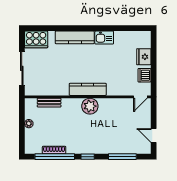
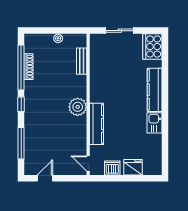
sliding door: (22, 68) -> (120, 31), width x0.73
kitchen counter: (88, 89) -> (96, 124), moved

